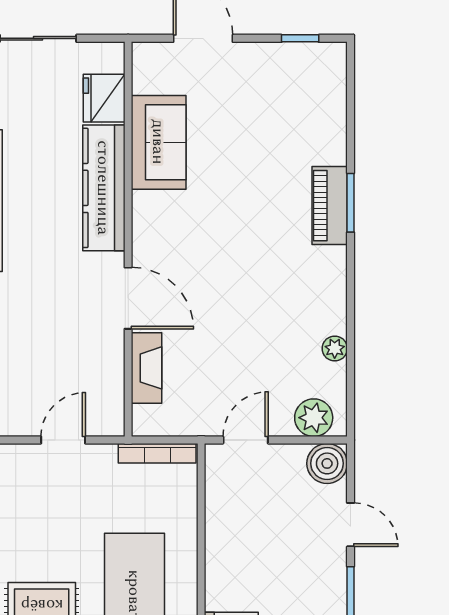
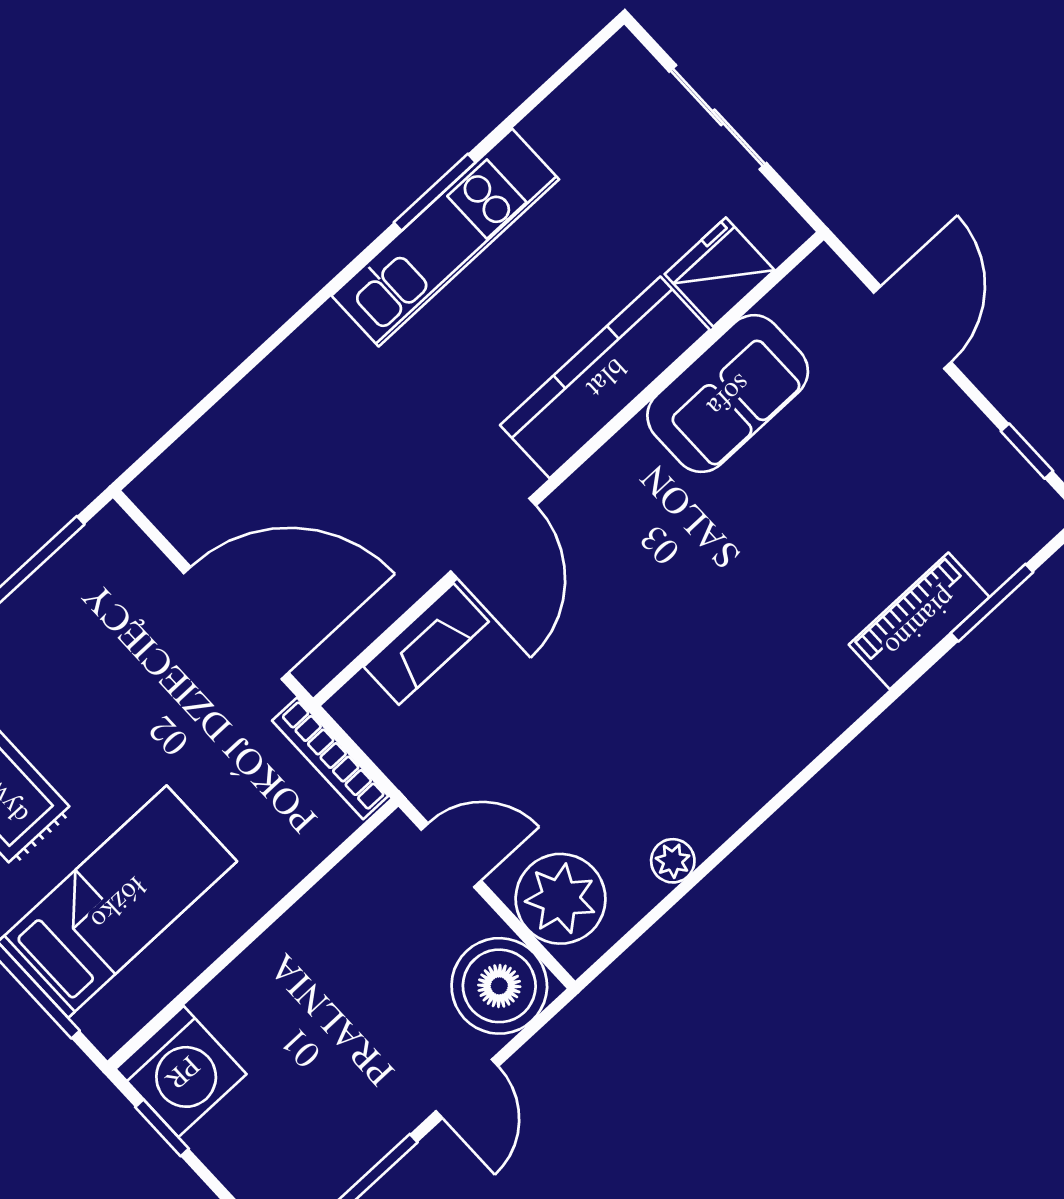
window: (351, 203) -> (992, 603), moved
piano: (330, 206) -> (919, 621), moved
plant: (314, 418) -> (561, 899), width x1.36, depth x1.36
door: (63, 440) -> (236, 623), width x1.88
boiler: (327, 463) -> (499, 986), width x1.37, depth x1.37

